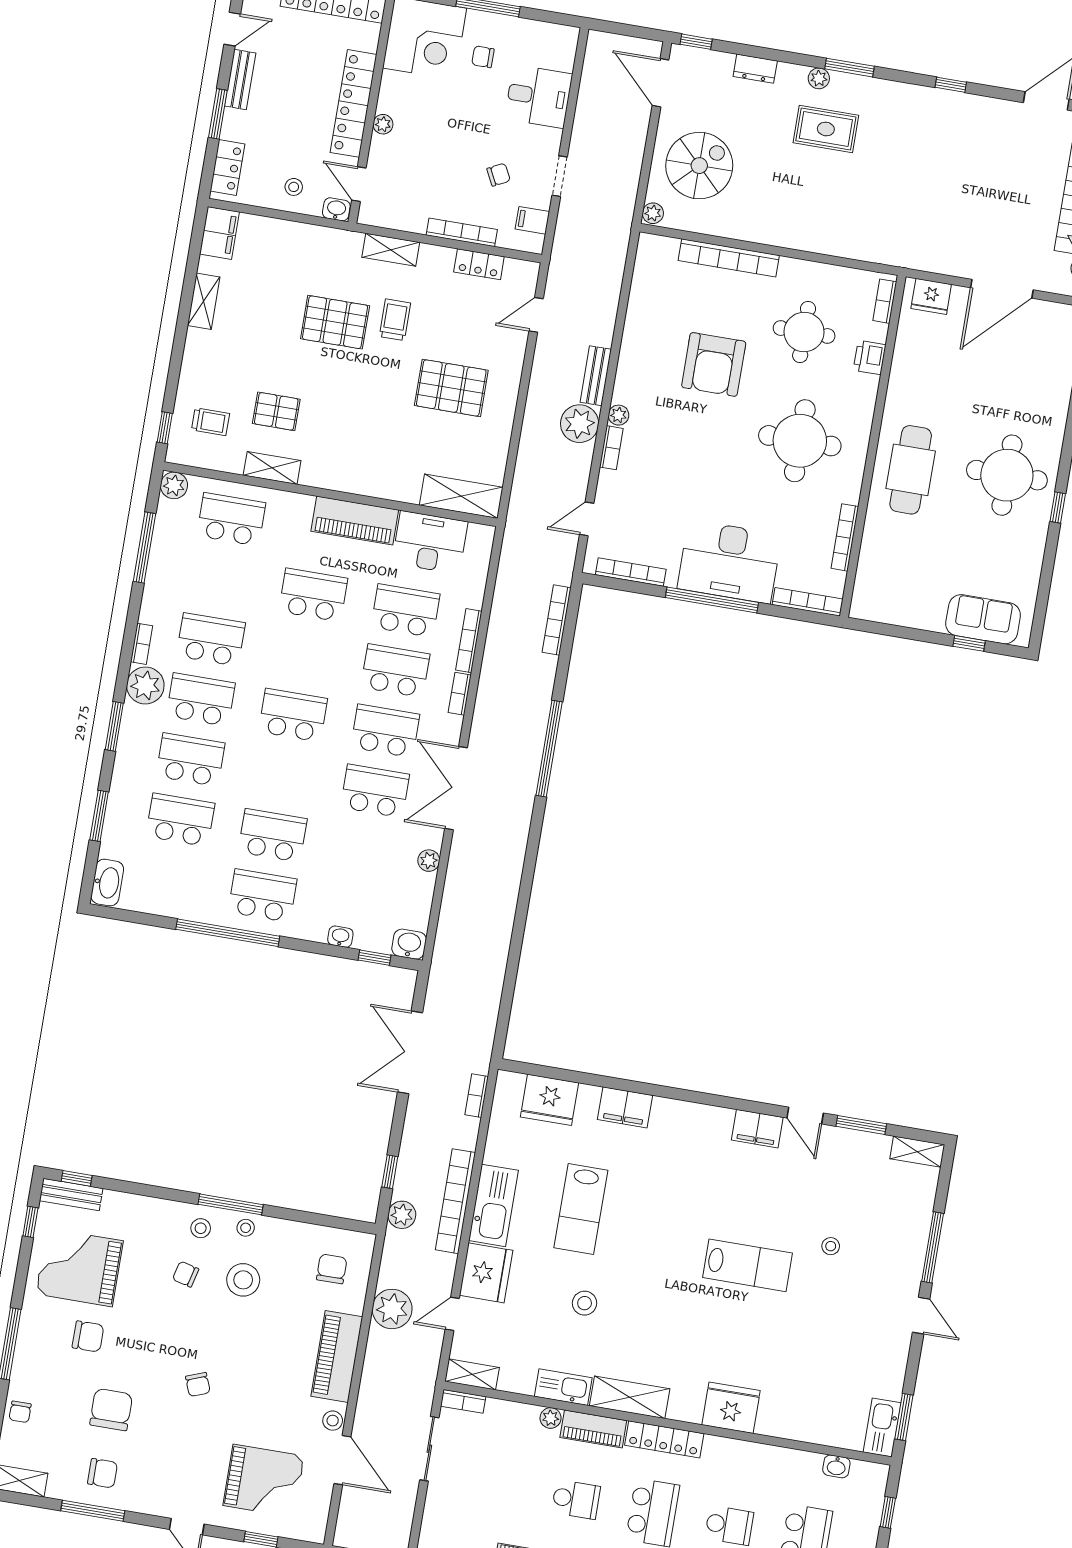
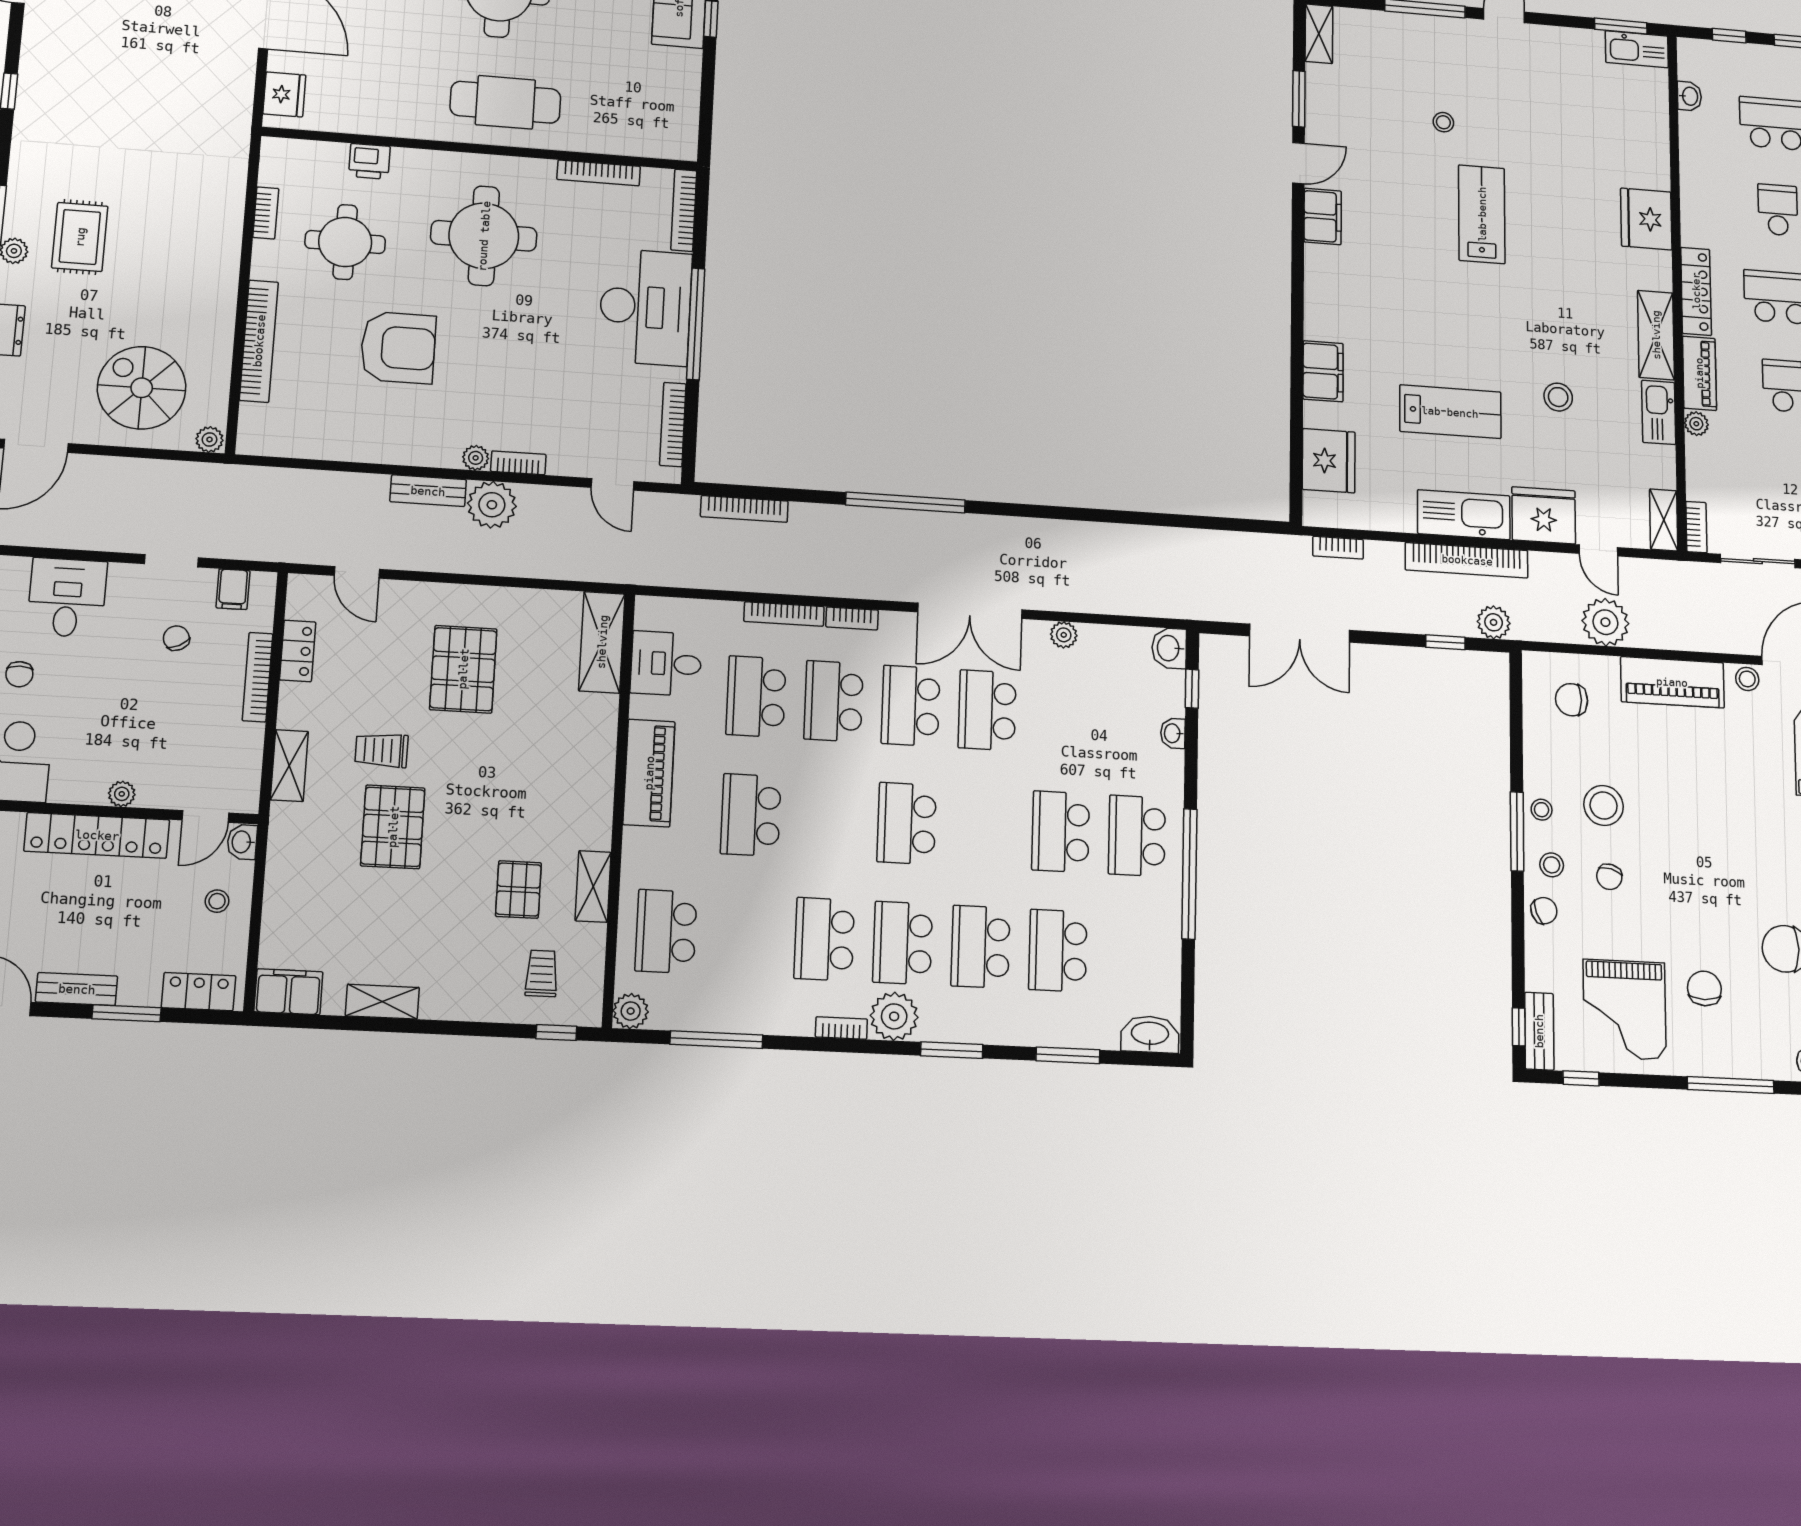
bookcase: (885, 301) -> (266, 213), moved, turned -90
desk: (430, 542) -> (666, 664), width x0.73
chair: (198, 1384) -> (1544, 911), moved

